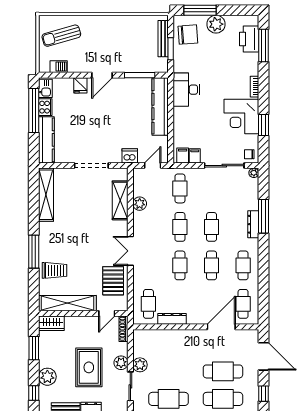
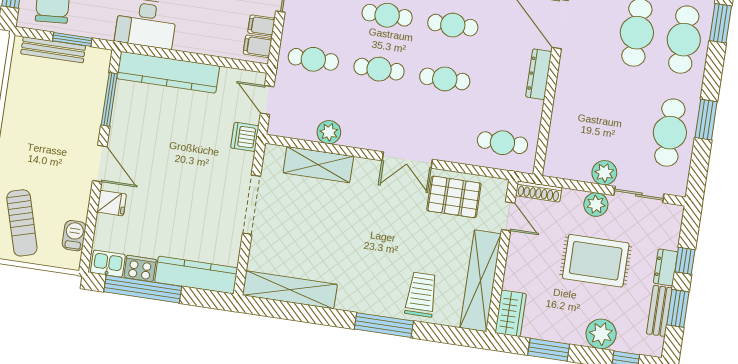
dresser: (172, 319) -> (539, 74), moved

